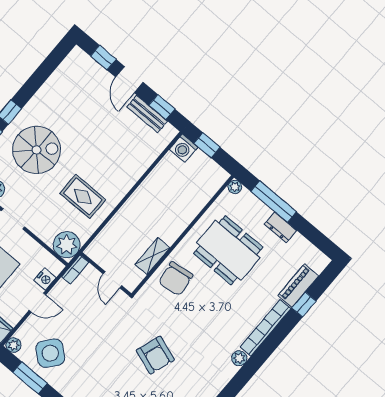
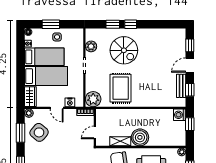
rug: (83, 196) -> (121, 88), width x1.36, depth x1.43
boiler: (169, 226) -> (140, 137), added

